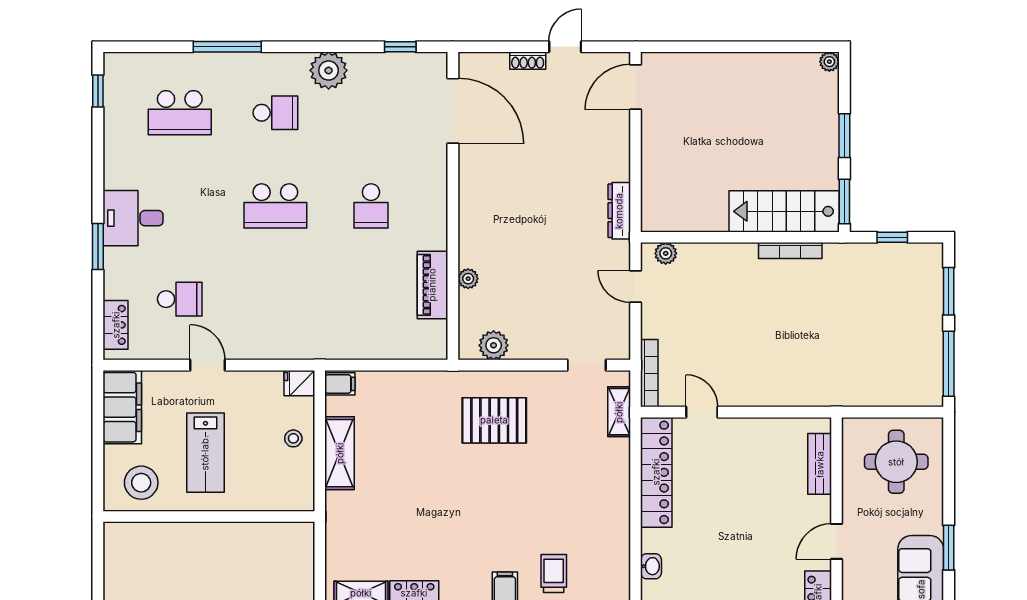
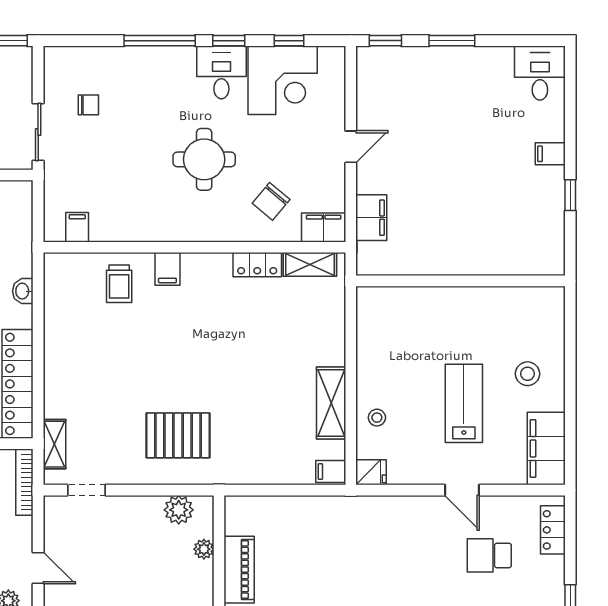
plant: (468, 279) -> (204, 549), moved
stool: (141, 483) -> (528, 374), width x0.73, depth x0.73
wall: (209, 516) -> (461, 281), moved

